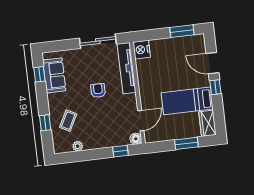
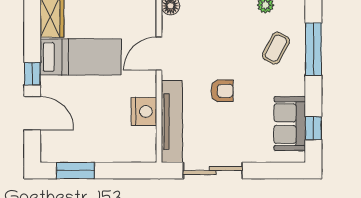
nightstand: (142, 50) -> (144, 111), moved
armchair: (98, 91) -> (222, 91), turned -90
door: (141, 121) -> (159, 54), moved
window: (45, 123) -> (313, 49), width x2.17

